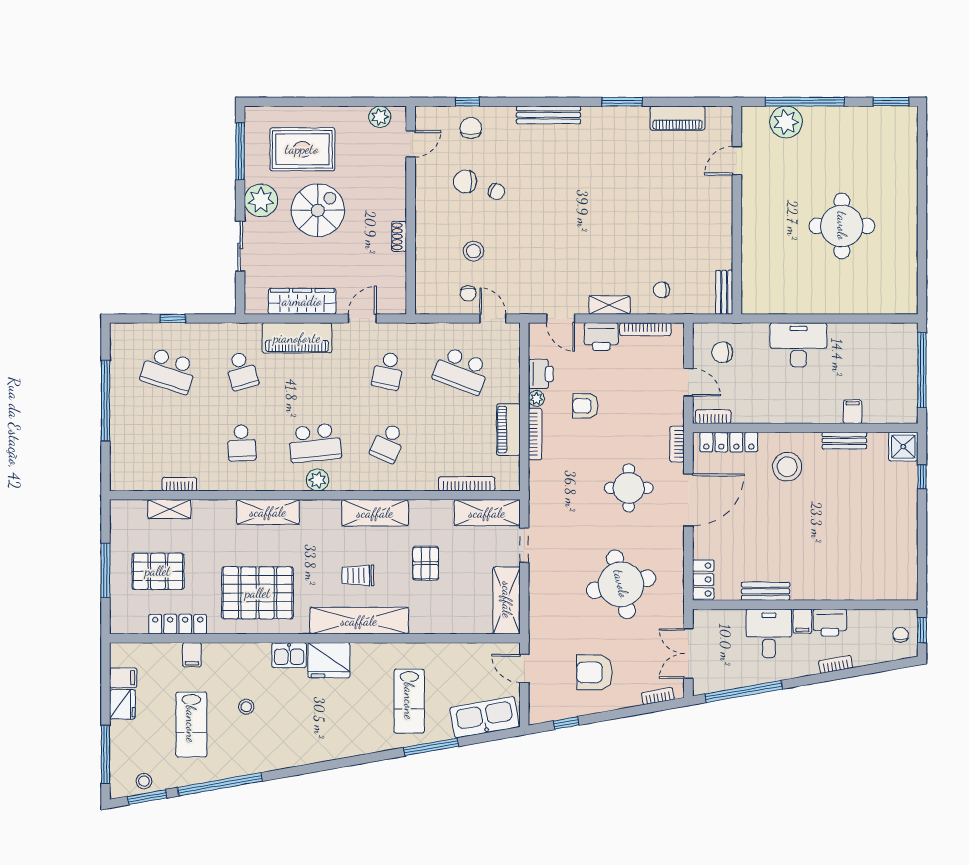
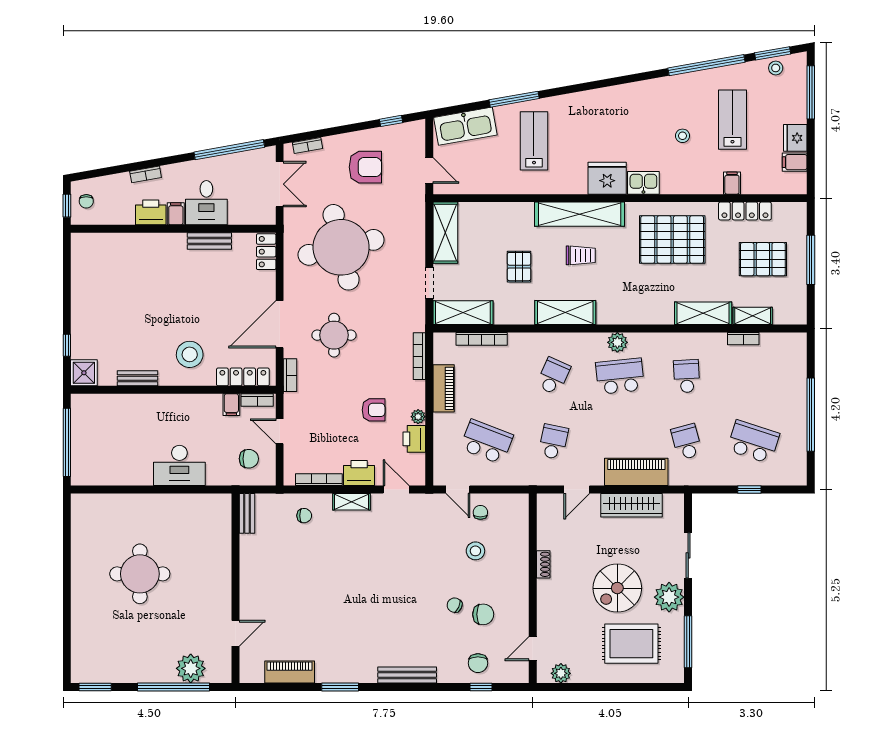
filing cabinet: (853, 412) -> (231, 405), moved
bookcase: (535, 434) -> (419, 356), moved
shelving: (268, 512) -> (703, 313), moved
round table: (621, 584) -> (341, 247), width x1.36, depth x1.36

